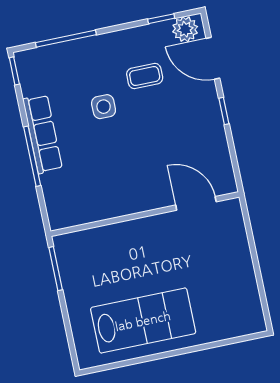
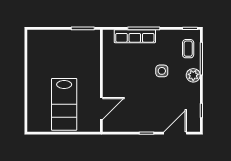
plant: (185, 29) -> (193, 75), moved
coffee table: (145, 76) -> (188, 49), moved
row of seats: (43, 134) -> (135, 36), moved
lab bench: (143, 321) -> (64, 104), moved

